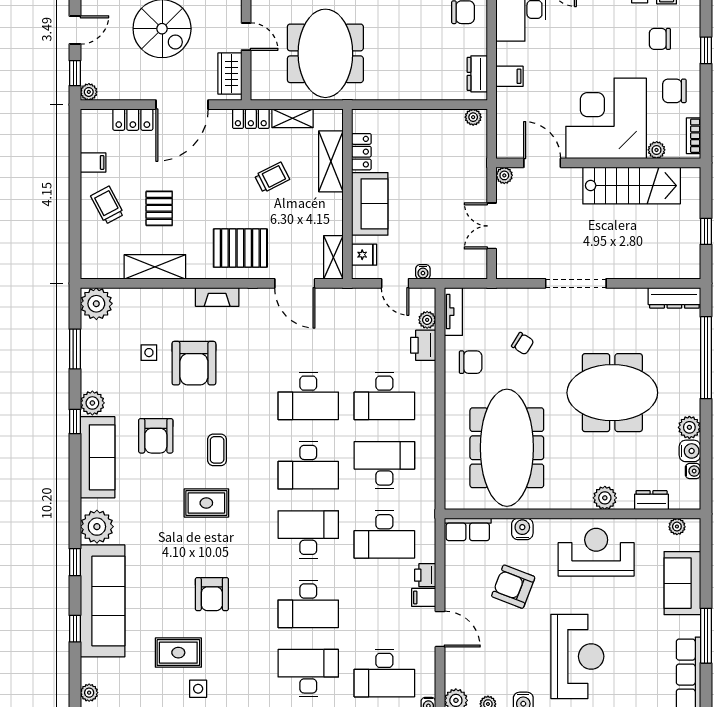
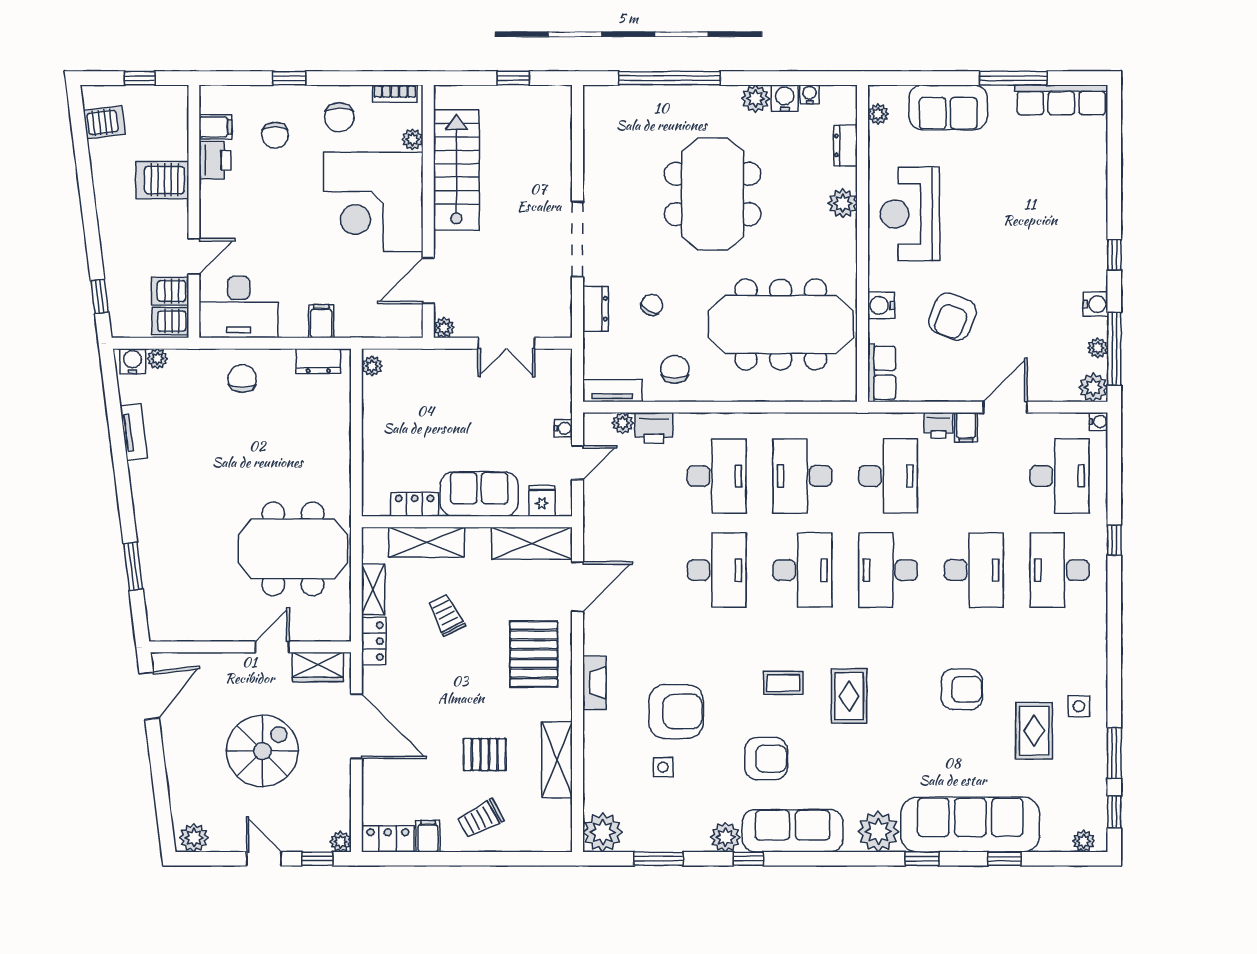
locker: (133, 120) -> (388, 839), moved, turned -90
shelving: (333, 257) -> (532, 543), width x1.50, depth x1.33
dresser: (674, 298) -> (595, 309), moved, width x0.70
reception desk: (577, 656) -> (1039, 237), removed

